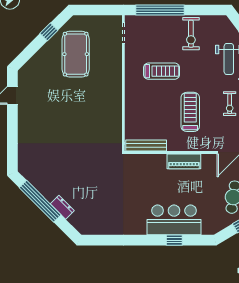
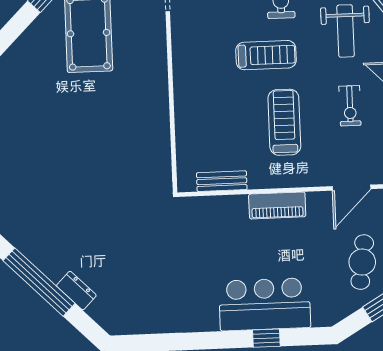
treadmill: (161, 71) -> (266, 55), moved
bench: (146, 146) -> (222, 181), width x0.73

